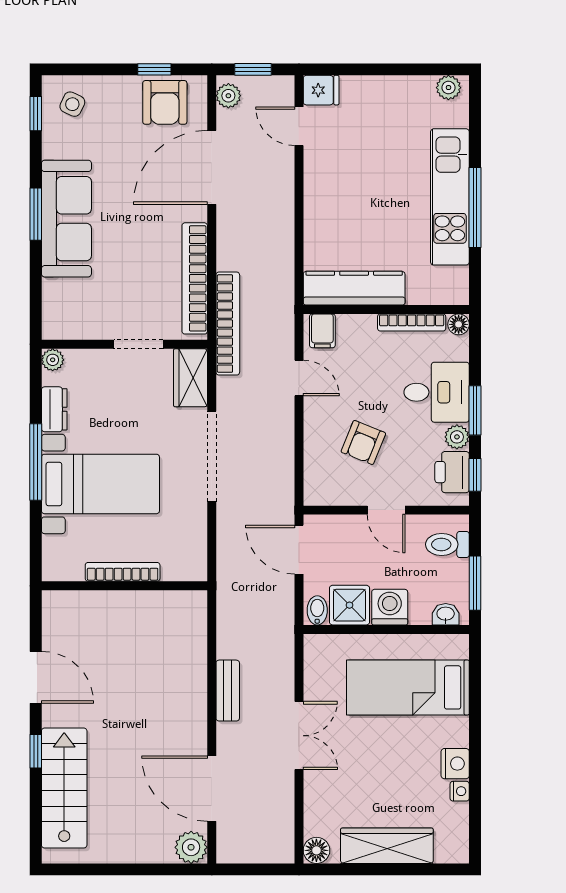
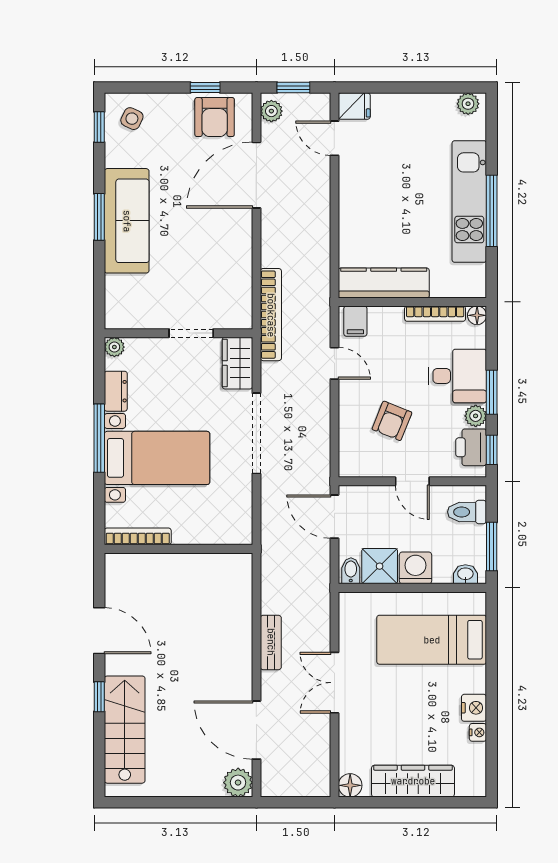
bookcase: (195, 278) -> (241, 274), removed
bookcase: (123, 572) -> (138, 536), moved
double door: (299, 736) -> (334, 683), swing flipped

